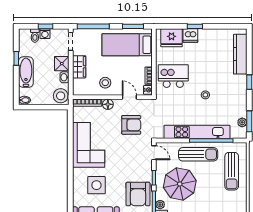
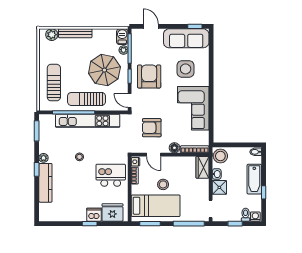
washing machine: (45, 34) -> (255, 217), moved
kitchen counter: (240, 54) -> (45, 183), moved
wardrobe: (79, 67) -> (203, 167), moved
kitchen island: (173, 76) -> (111, 175), turned 180
stool: (105, 83) -> (163, 184), moved
plant: (242, 122) -> (44, 158), moved
armchair: (138, 194) -> (149, 76), moved

